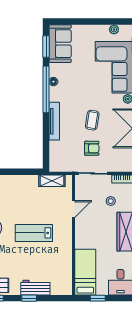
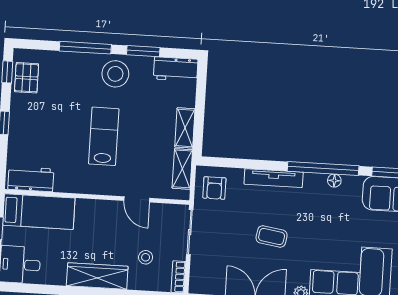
armchair: (92, 148) -> (214, 188), moved
shelving: (25, 181) -> (185, 128), added
workbench: (35, 288) -> (31, 179), moved, turned -90

